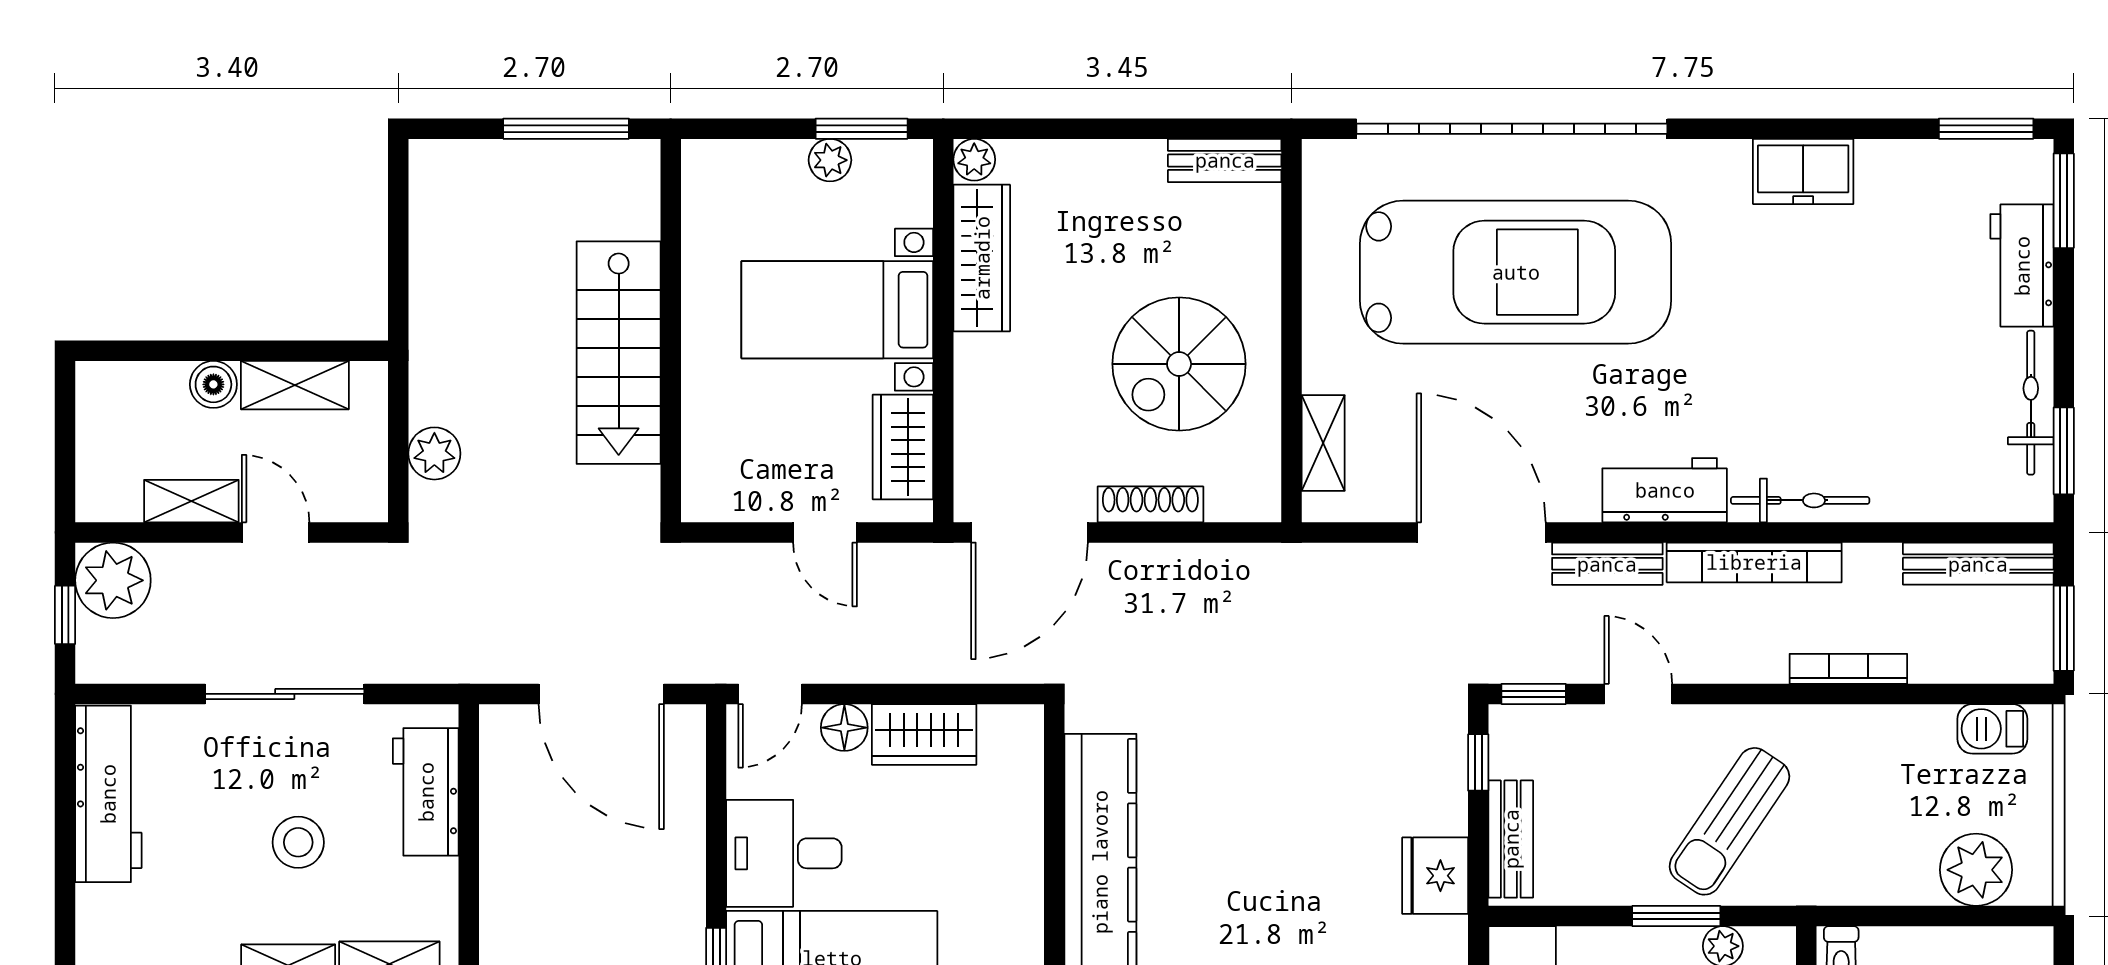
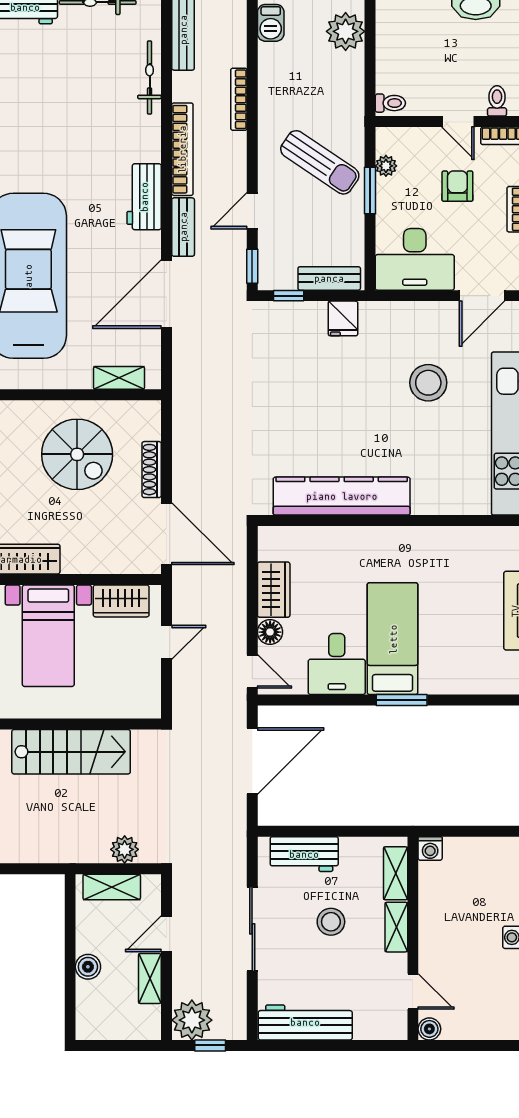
shelving: (295, 385) -> (112, 887), moved, turned 90
bicycle: (1800, 500) -> (150, 77), moved
fridge: (1435, 876) -> (343, 318), width x0.72

